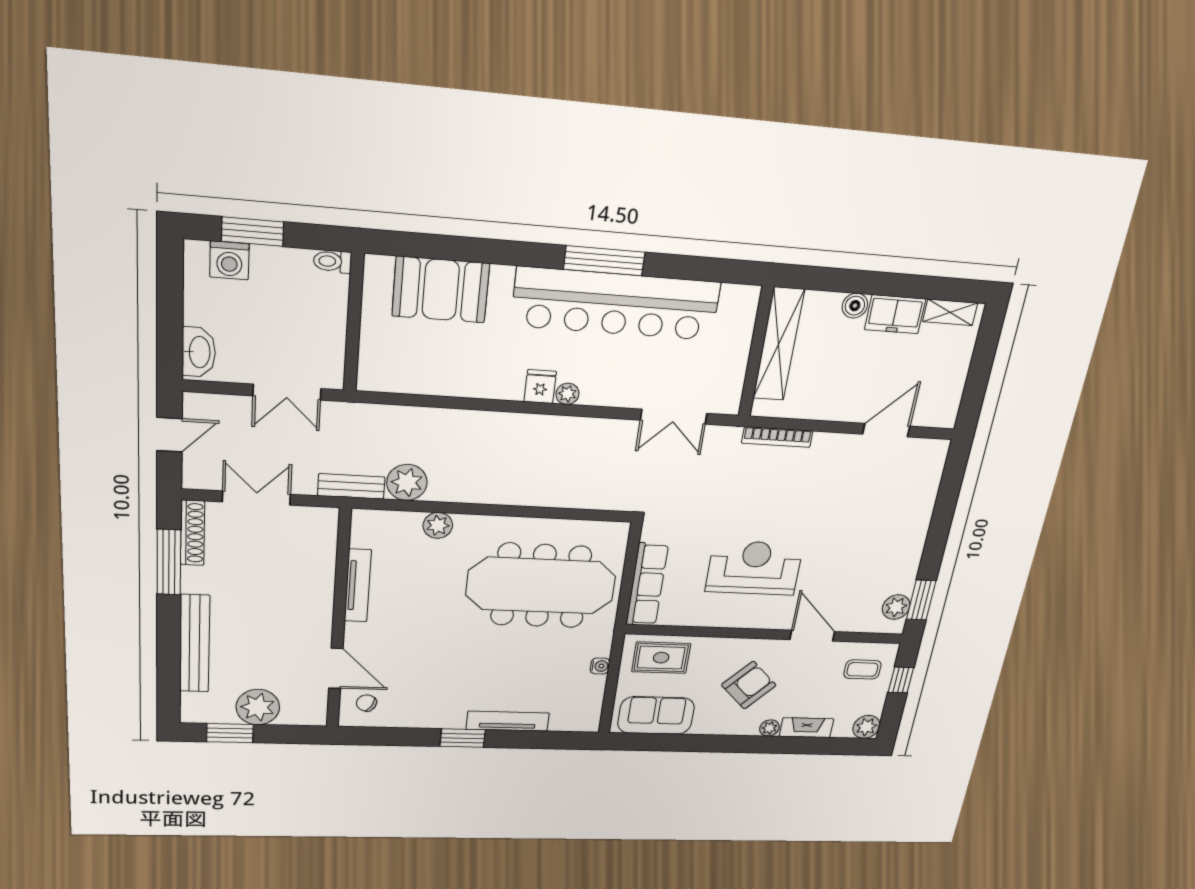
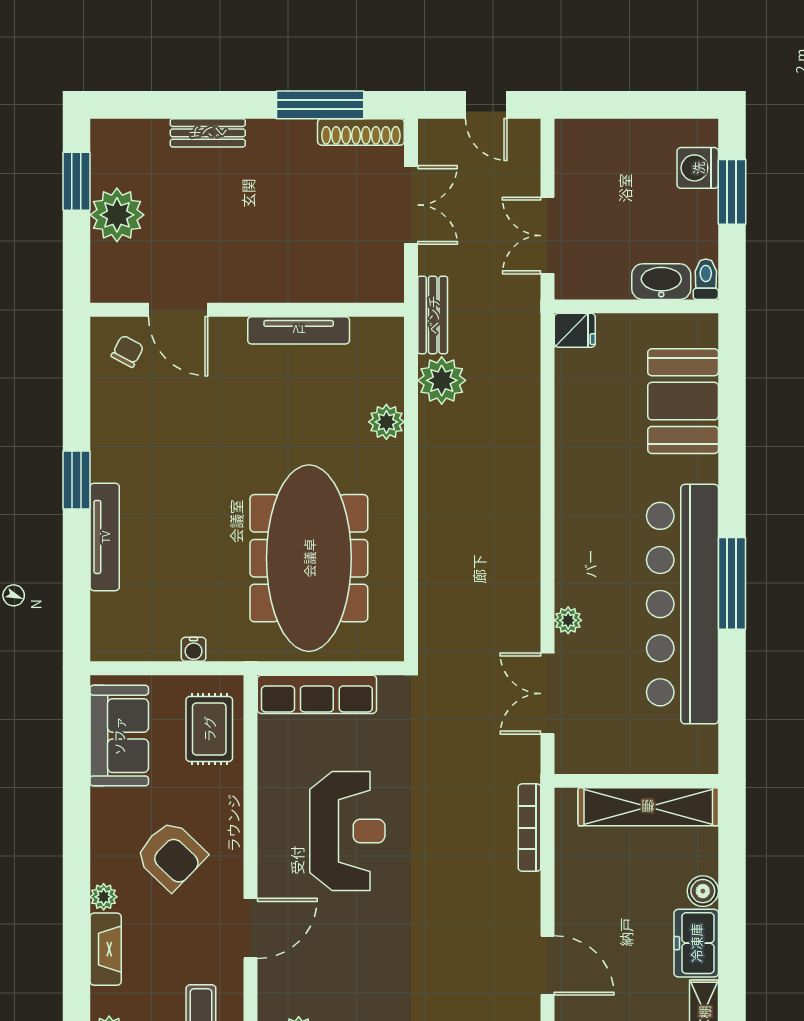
washbasin: (199, 352) -> (661, 282), moved, turned 180
fridge: (540, 387) -> (575, 330), moved
plant: (567, 394) -> (568, 620), moved
bench: (195, 644) -> (208, 133), width x0.54, depth x0.82
door: (336, 668) -> (178, 310), hinge flipped

